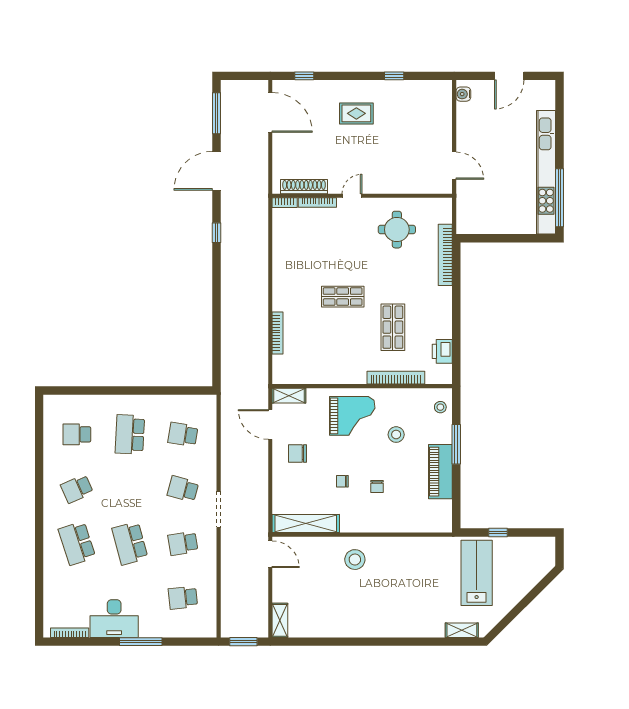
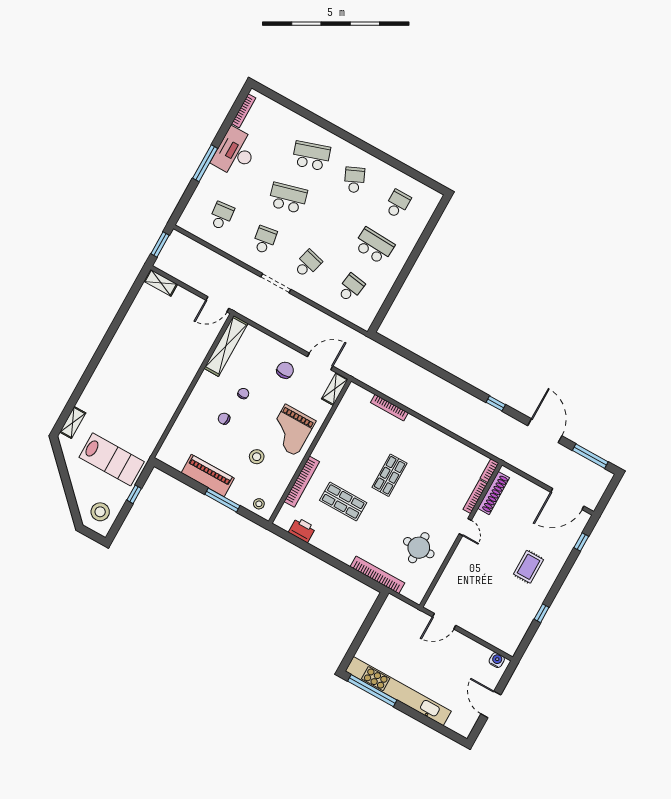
stool: (355, 560) -> (100, 512), moved

